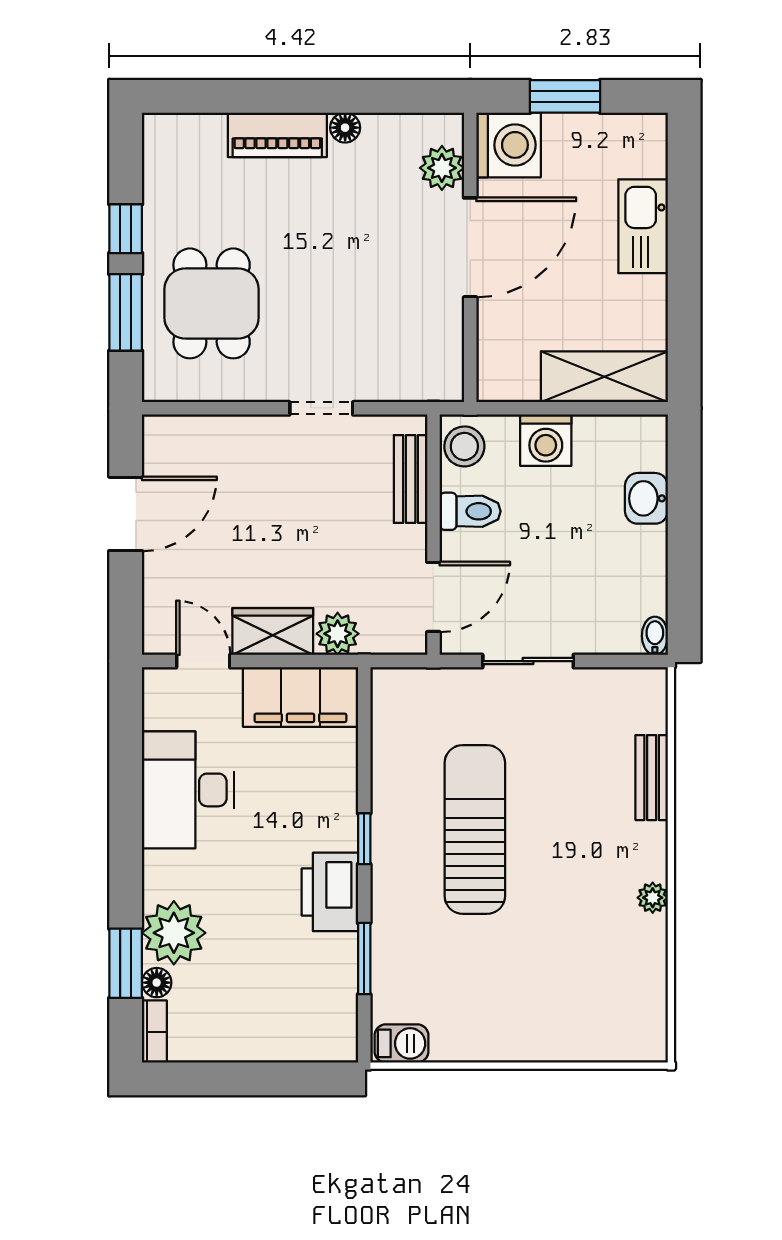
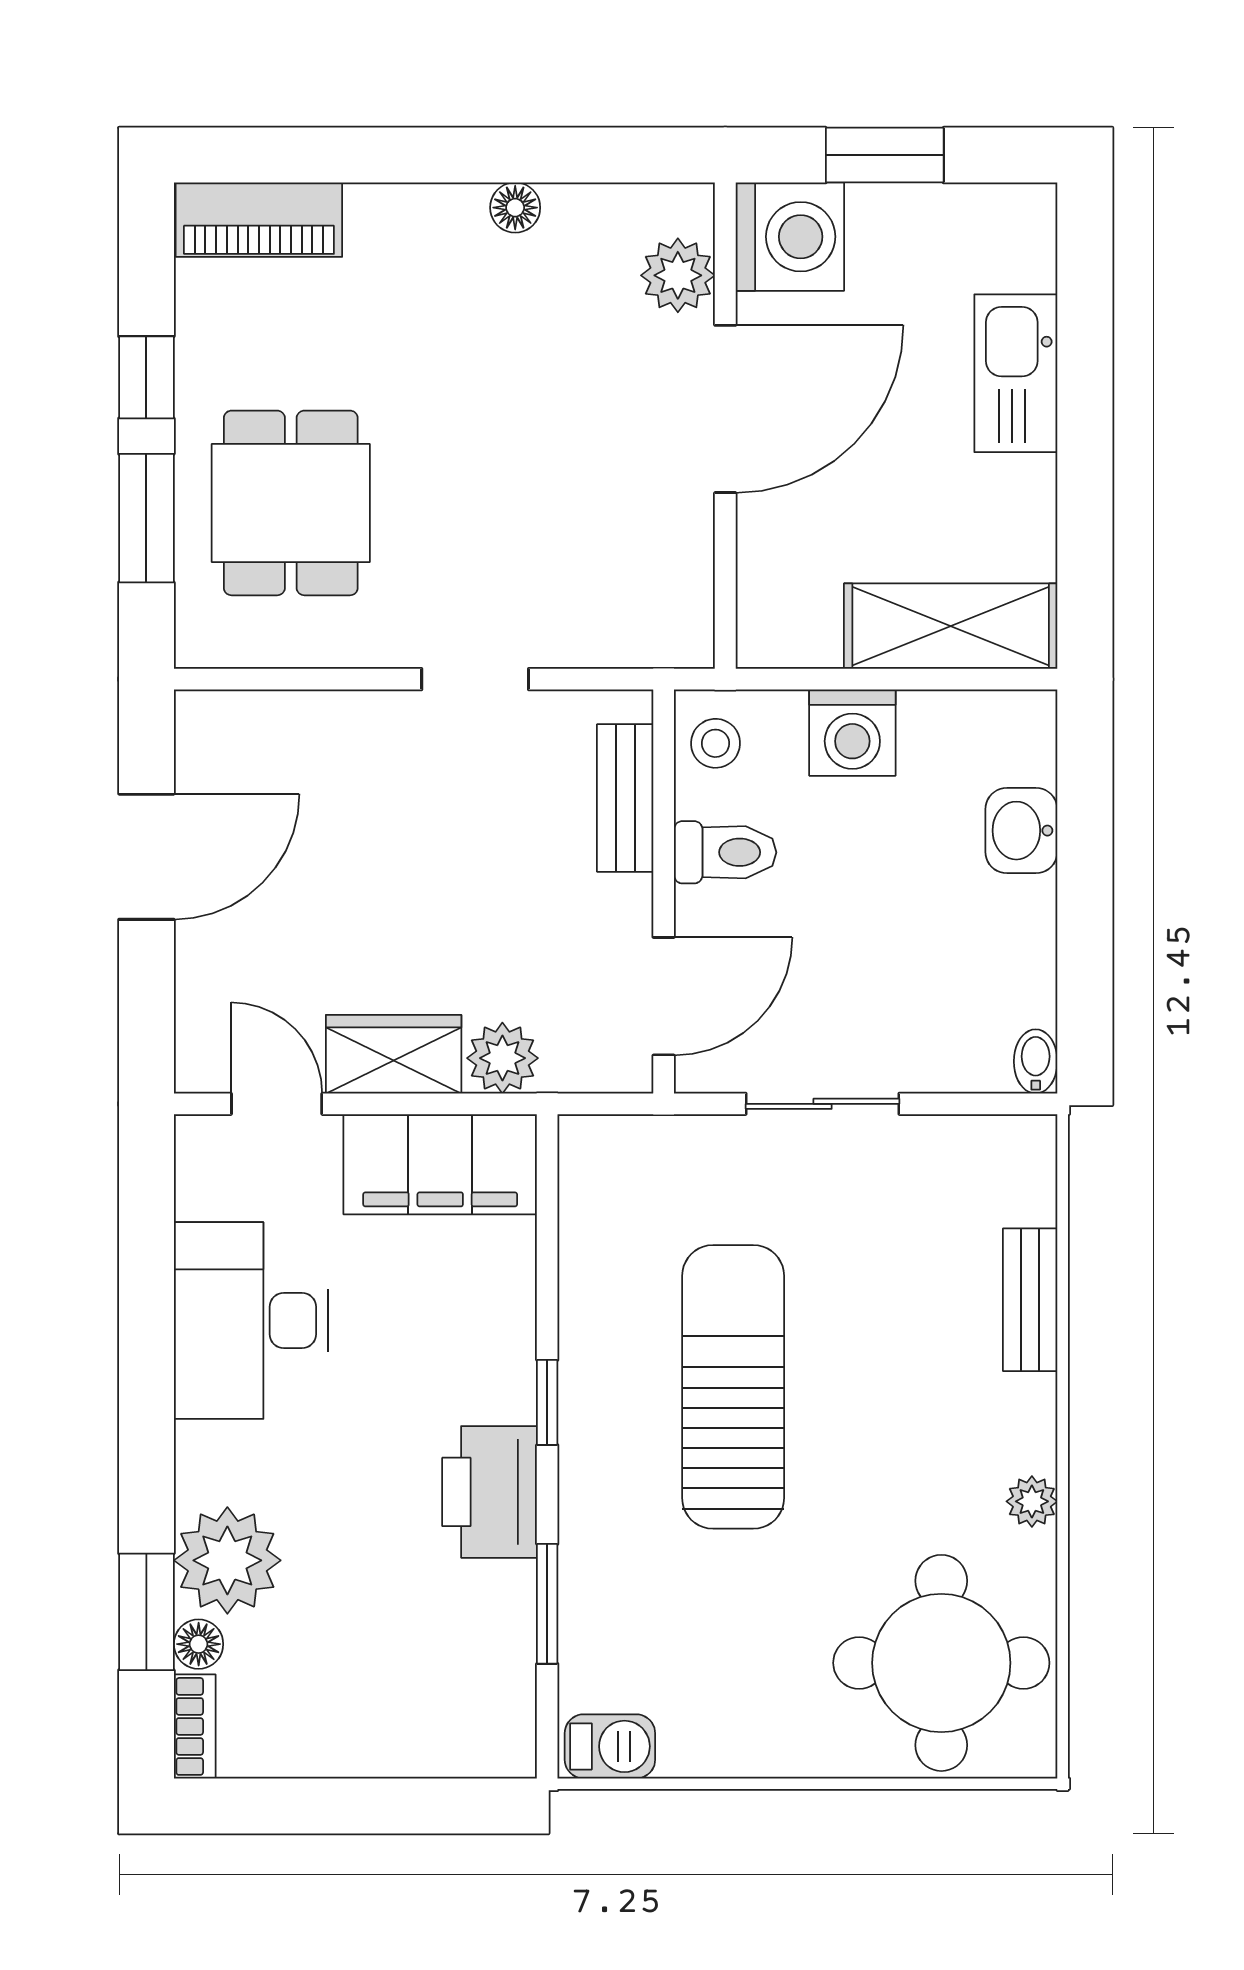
piano: (277, 135) -> (259, 220), moved
stool: (464, 446) -> (715, 743), width x0.73, depth x0.73
round table: (599, 994) -> (941, 1663), added

